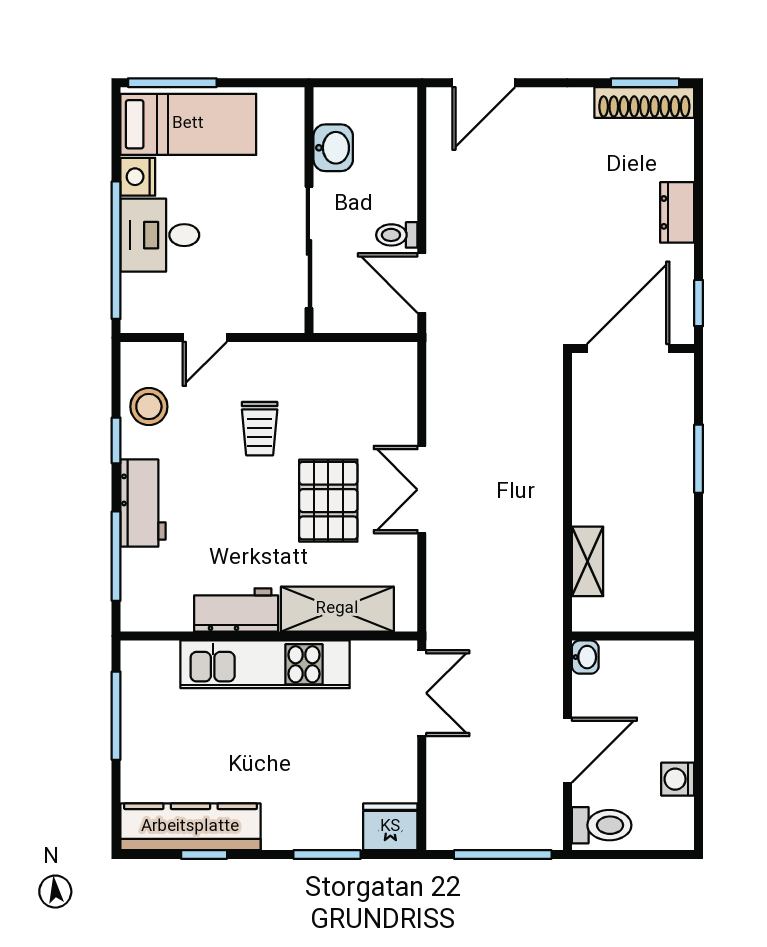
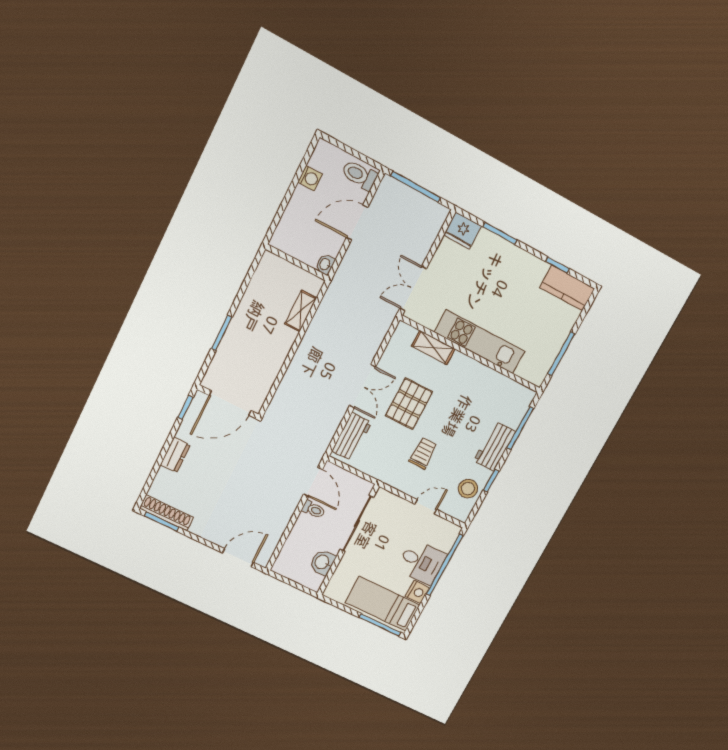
shelving: (337, 609) -> (433, 348), width x0.67, depth x0.75
workbench: (236, 610) -> (352, 437), moved, turned -90
kitchen counter: (190, 827) -> (567, 288), width x0.67

